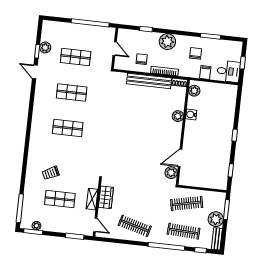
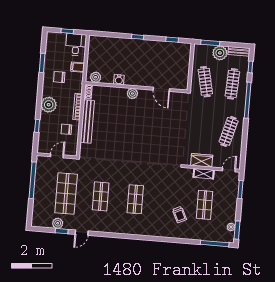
shop shelf: (76, 57) -> (66, 194), width x1.43, depth x1.36
plant: (178, 116) -> (132, 94), moved
plant: (171, 173) -> (176, 98), removed

